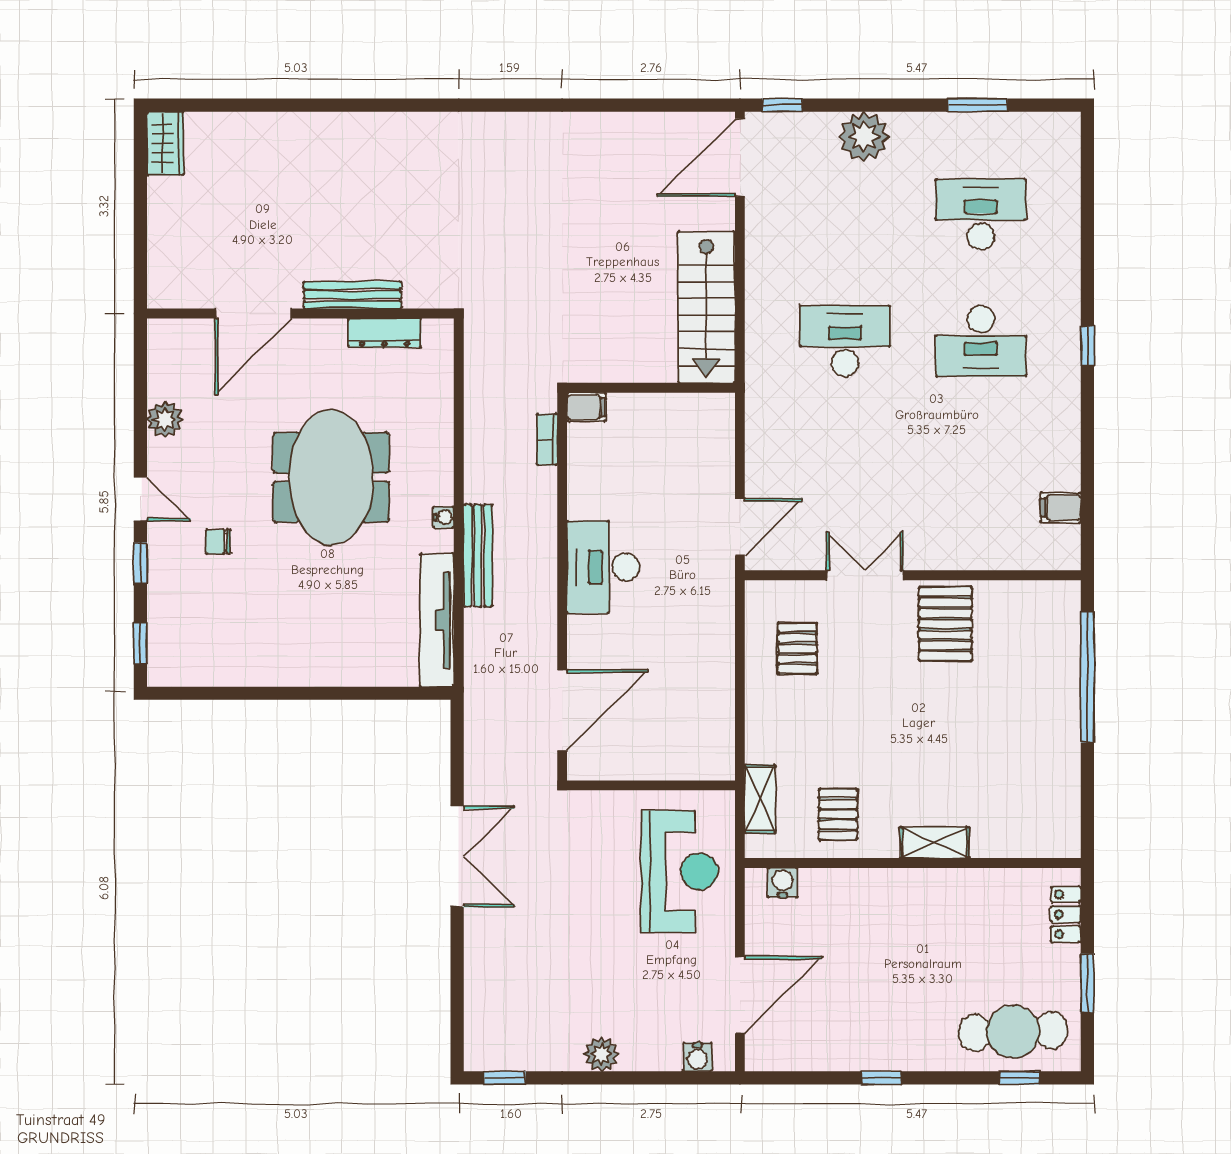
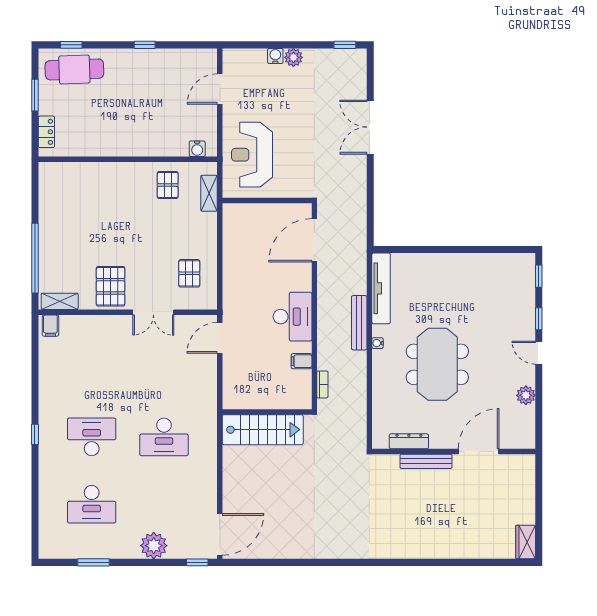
stairs: (706, 307) -> (263, 430), moved, turned 90
filing cabinet: (586, 407) -> (302, 361), moved
filing cabinet: (1061, 508) -> (50, 326), moved, turned 90
chair: (218, 542) -> (497, 330), removed
shelving: (935, 843) -> (60, 301), moved
double door: (457, 856) -> (370, 127), moved
door: (740, 995) -> (220, 89), width x0.73
water cooler: (697, 1057) -> (275, 56), moved

